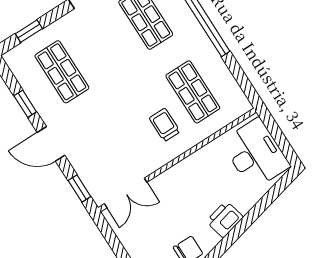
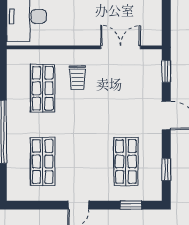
window: (25, 104) -> (166, 170), moved
double door: (126, 193) -> (121, 47), moved

